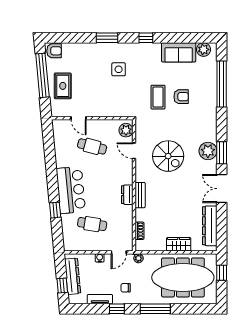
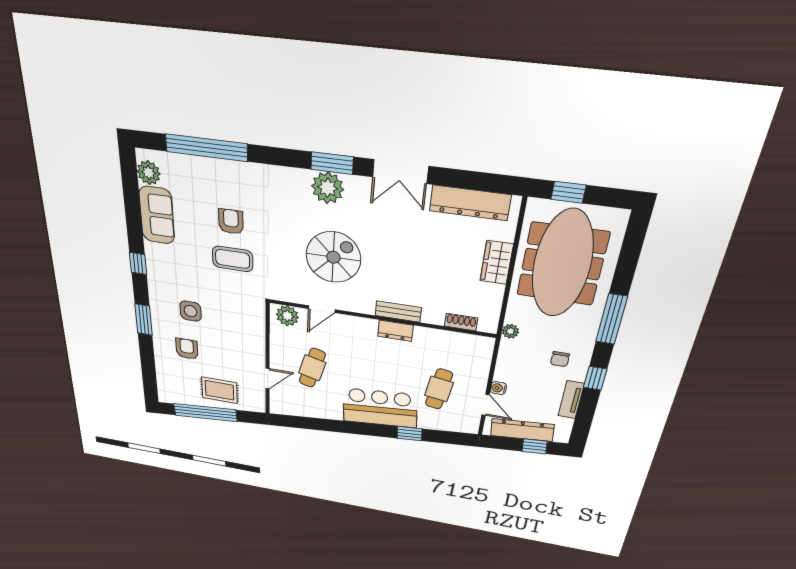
armchair: (54, 51) -> (187, 349), moved
door: (119, 252) -> (485, 405), moved

